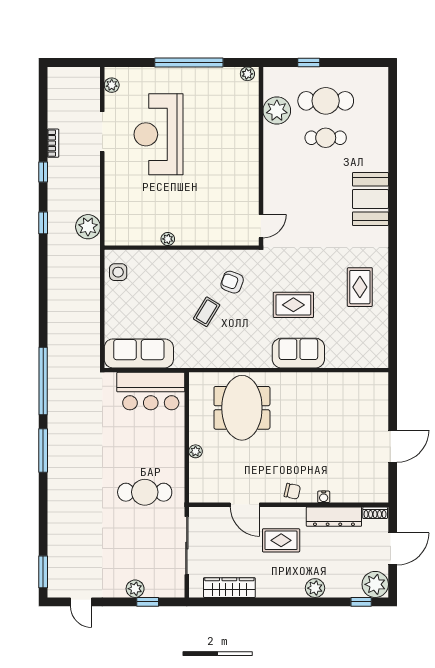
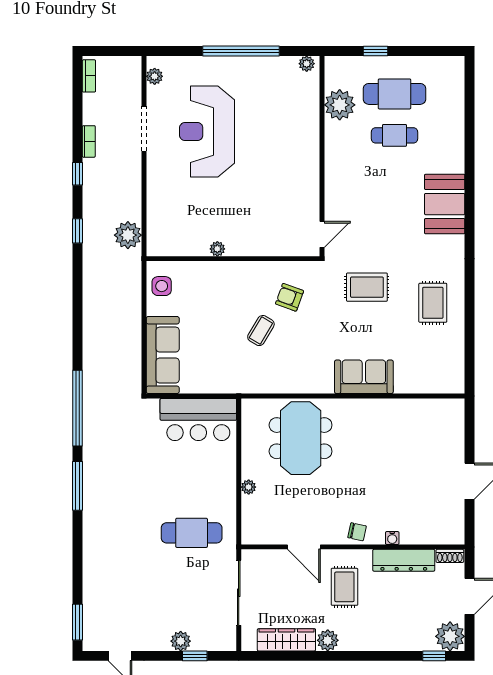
bookcase: (53, 85) -> (89, 76), added
rug: (293, 305) -> (367, 287), moved
sofa: (139, 353) -> (163, 355), moved, turned 90
rug: (281, 540) -> (344, 587), turned 90
plant: (315, 588) -> (328, 640), moved

